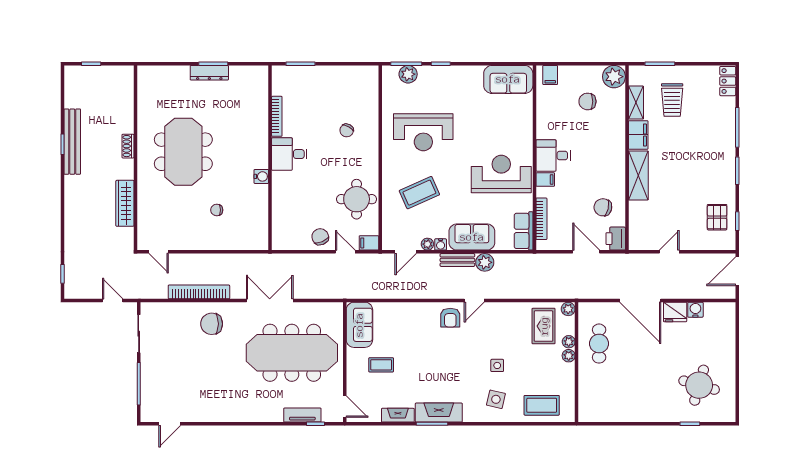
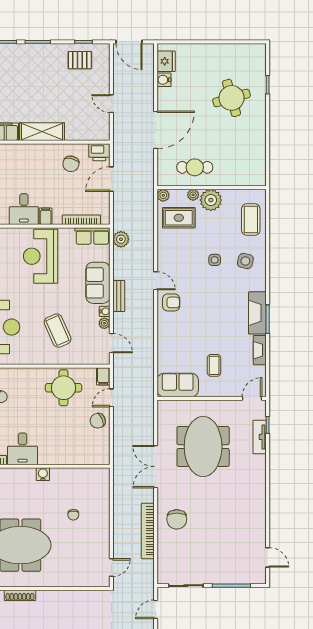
shoe rack: (128, 146) -> (20, 595), width x1.43
wardrobe: (125, 203) -> (67, 598), removed
plant: (485, 262) -> (121, 239), moved
fridge: (675, 312) -> (166, 61), moved
meeting table: (292, 353) -> (203, 447), width x0.73
plant: (569, 356) -> (211, 200), width x1.88, depth x1.88
round table: (699, 385) -> (232, 98), moved, turned -32

